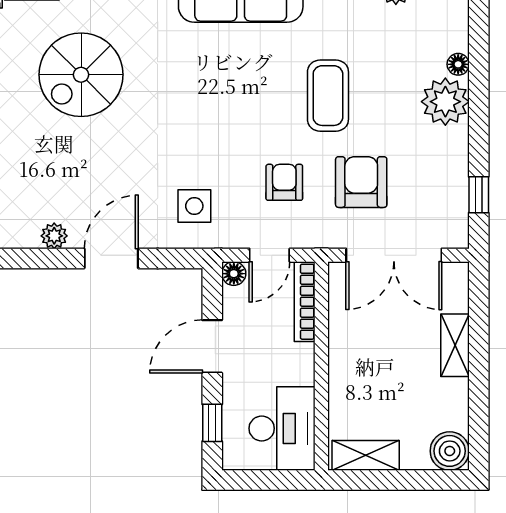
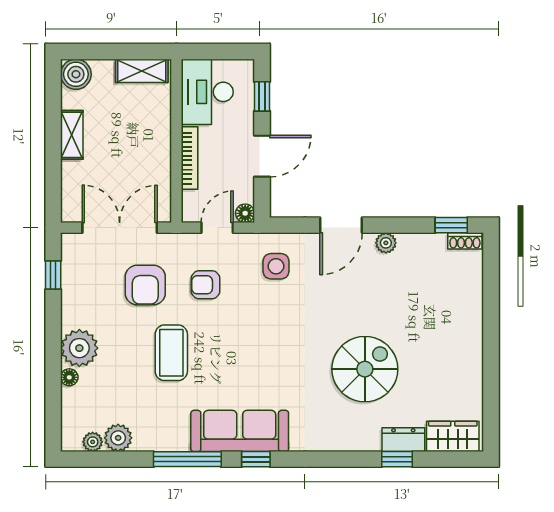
armchair: (284, 182) -> (205, 285), turned 90
bookcase: (305, 302) -> (190, 158), moved
shelving: (455, 345) -> (72, 135), moved

